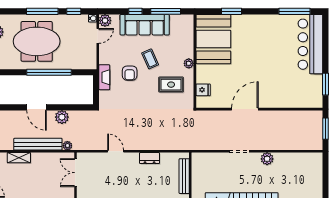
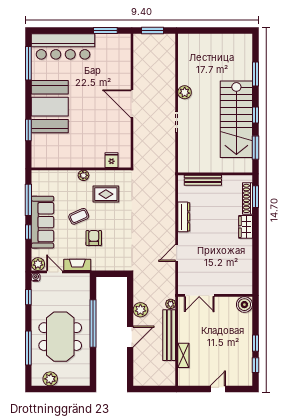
window: (42, 11) -> (28, 348), moved
booth: (213, 39) -> (50, 107), moved, turned 90
armchair: (130, 73) -> (94, 238), turned -90
fireplace: (104, 77) -> (77, 265), moved
rug: (171, 85) -> (106, 194), turned 90
door: (245, 109) -> (132, 104), moved
dresser: (150, 158) -> (184, 217), width x1.44

